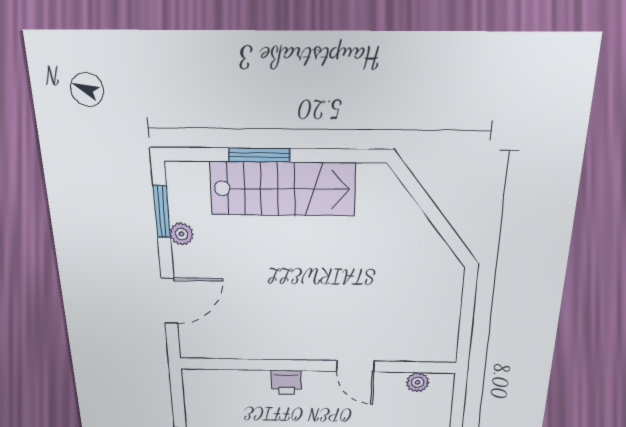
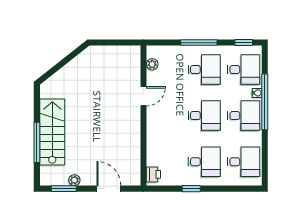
window: (259, 155) -> (37, 142), width x1.44
printer: (286, 382) -> (153, 174), moved

